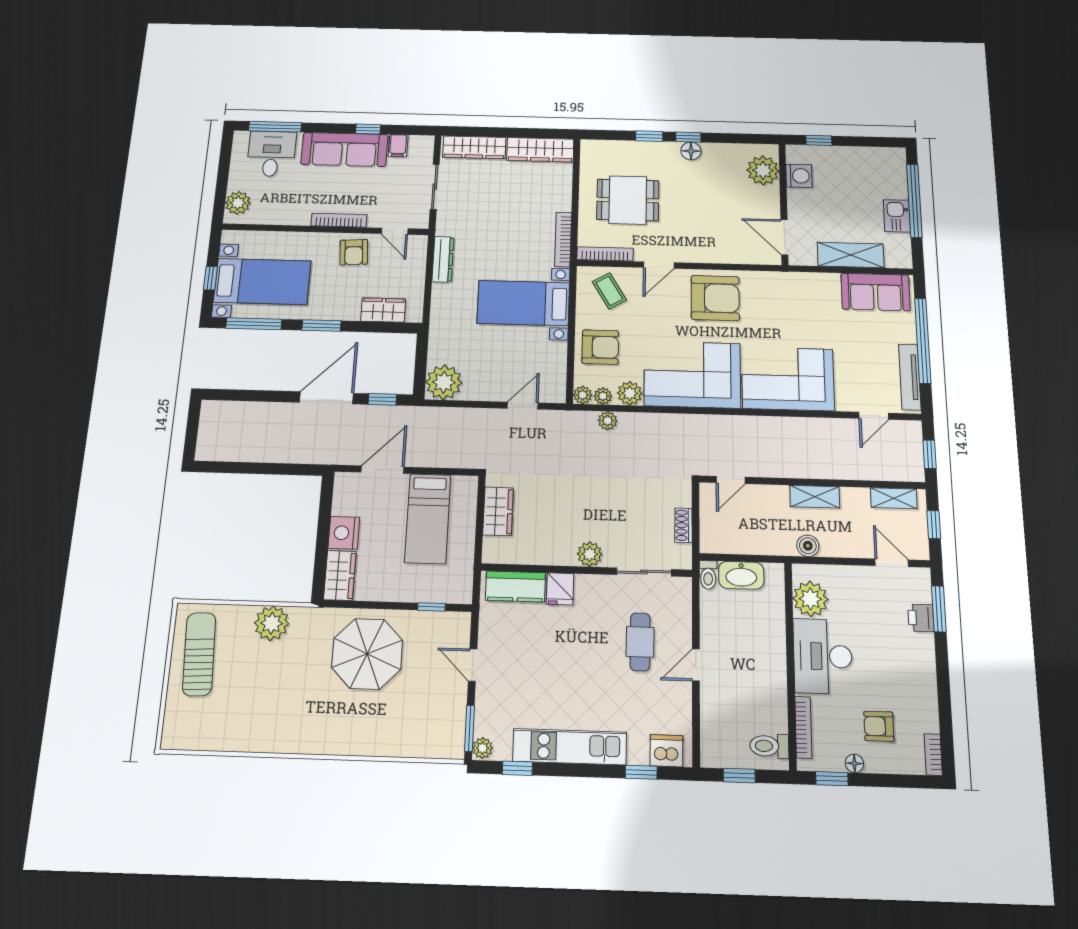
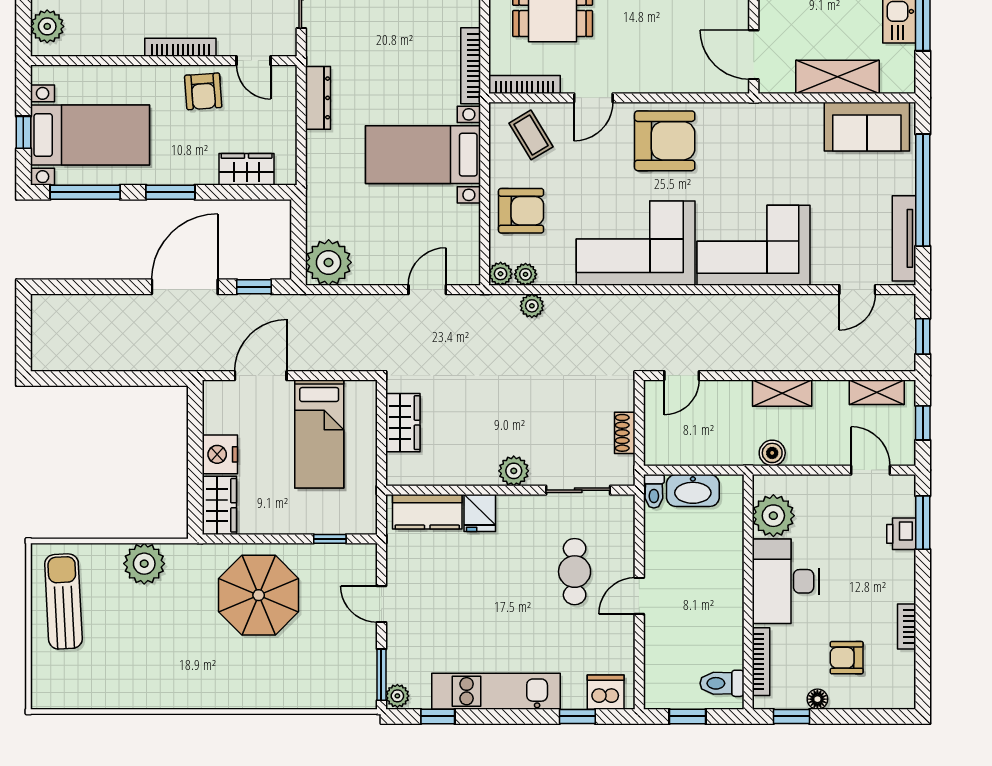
plant: (630, 393) -> (559, 270), removed
bookcase: (933, 755) -> (907, 627), moved

